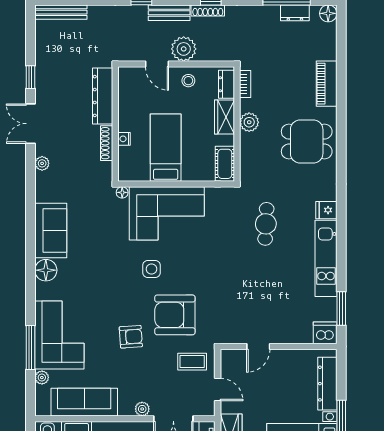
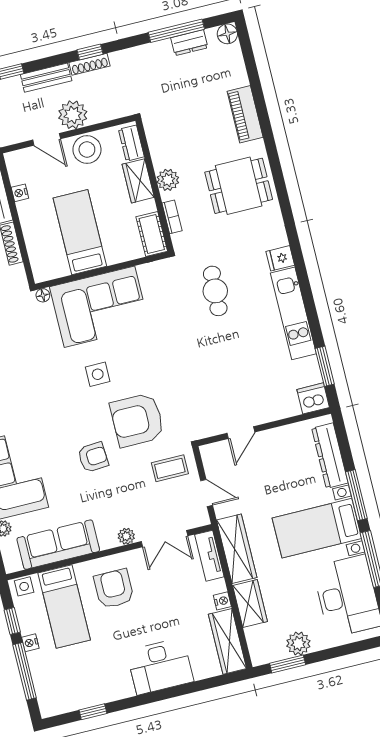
stool: (188, 81) -> (87, 150), width x1.89, depth x1.89
bookcase: (245, 84) -> (172, 217), moved
nightstand: (124, 139) -> (20, 193), moved

